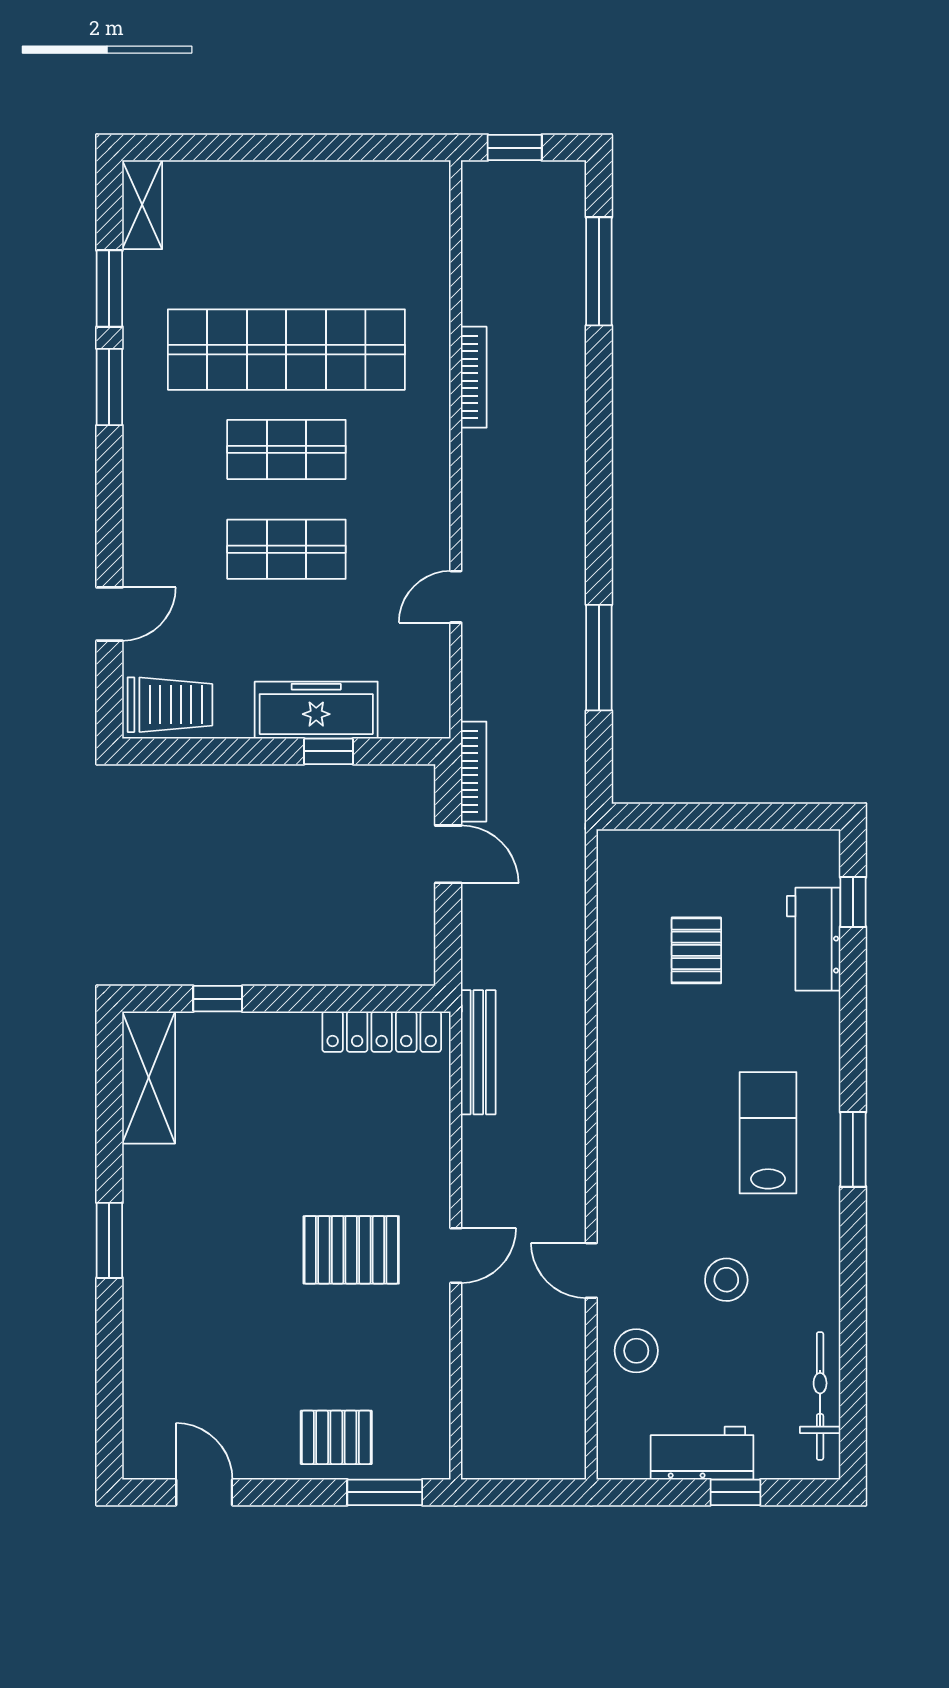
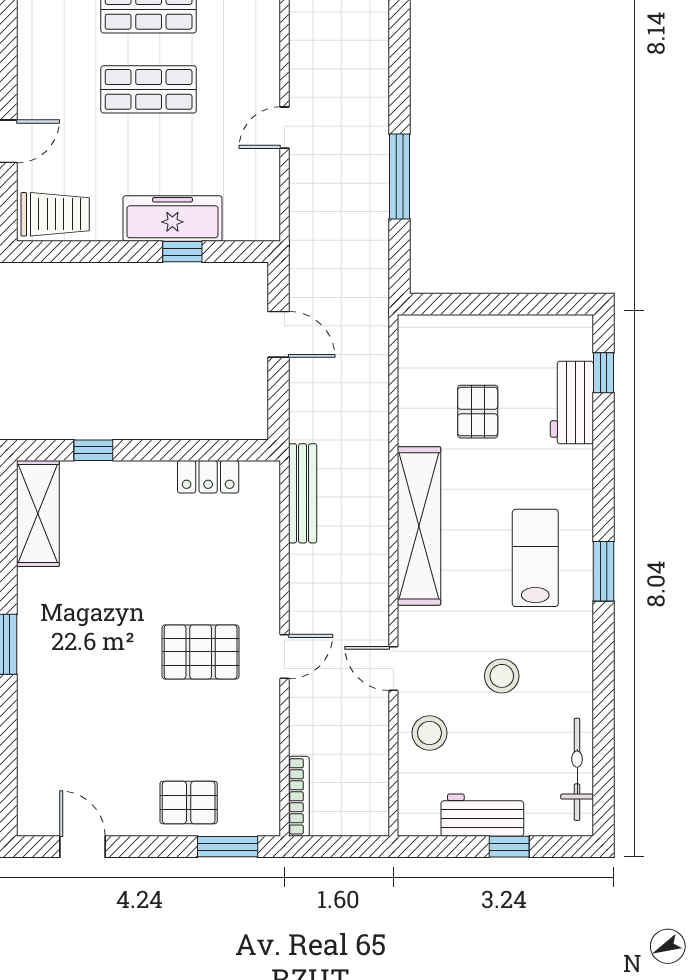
bookcase: (474, 772) -> (299, 796), moved
locker: (382, 1032) -> (208, 477), width x0.66
shelving: (623, 1093) -> (419, 526), added

